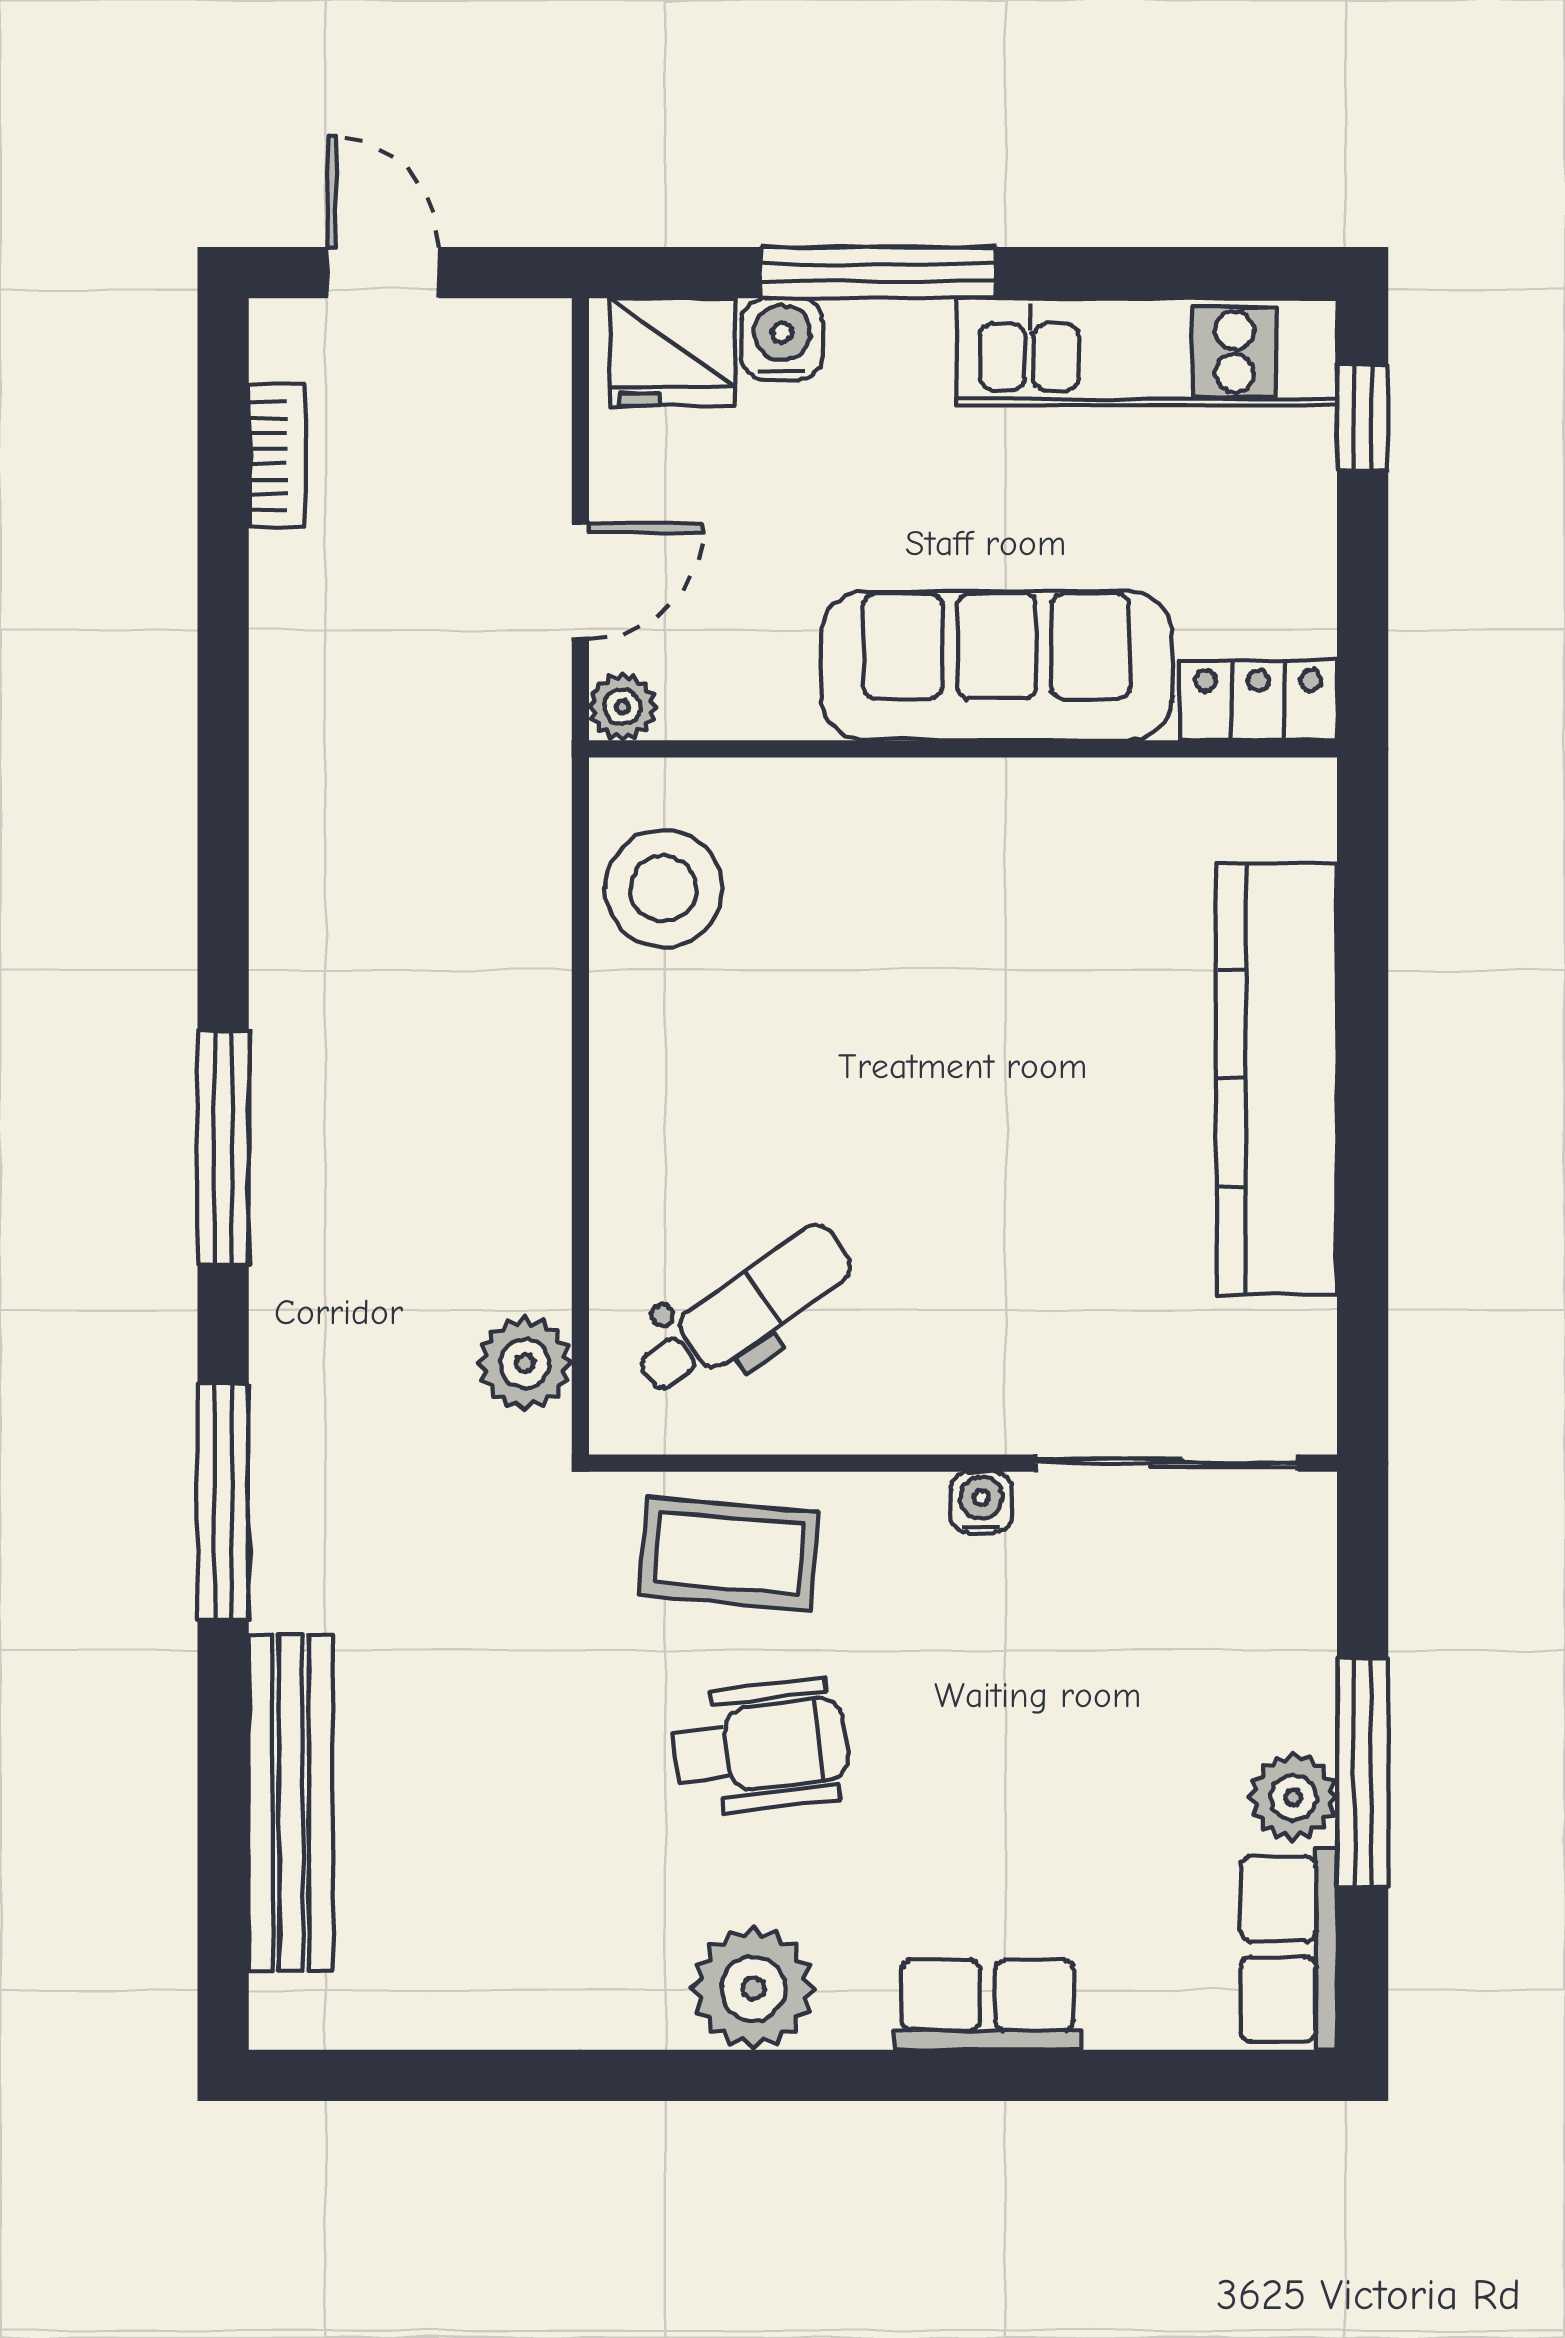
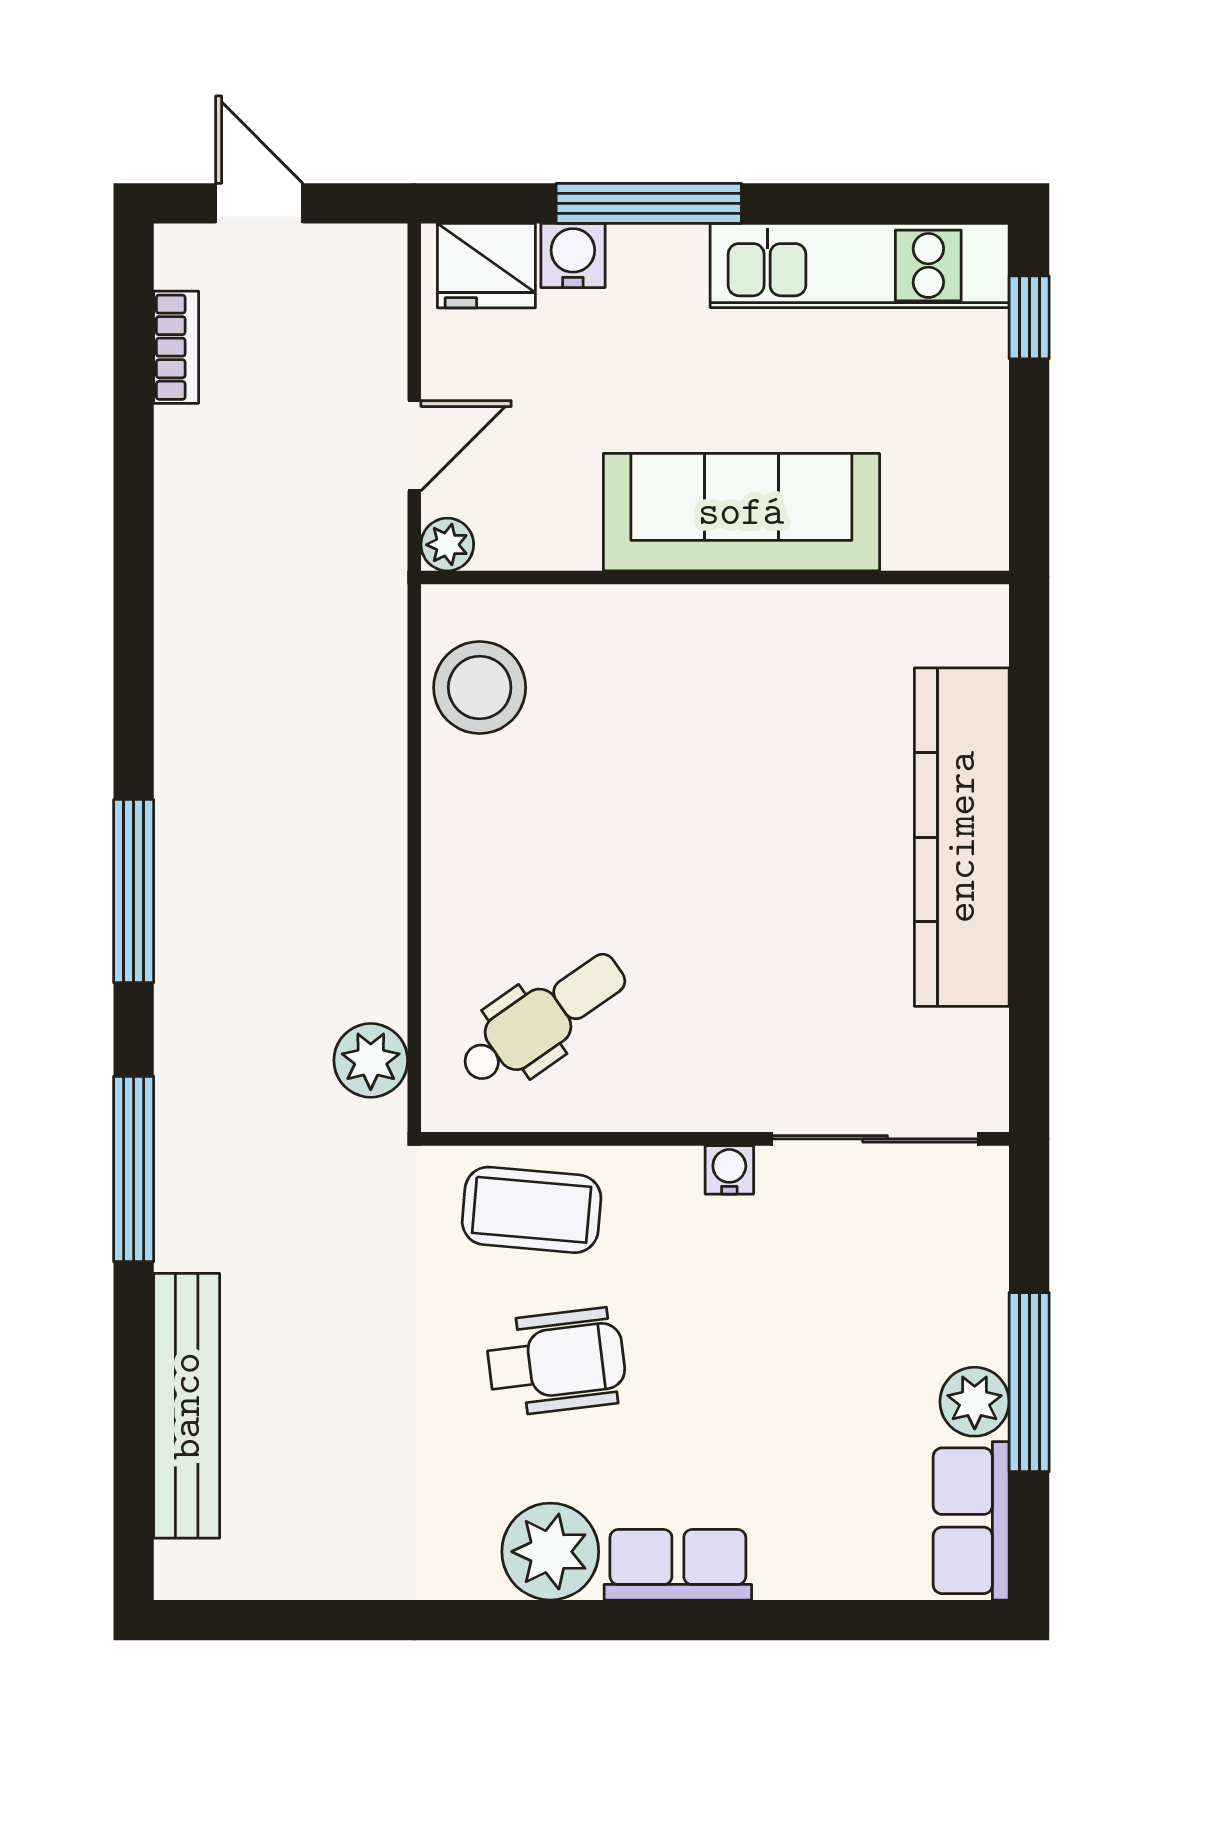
locker: (1258, 700) -> (947, 540), removed
row of seats: (988, 2005) -> (678, 1565), moved

